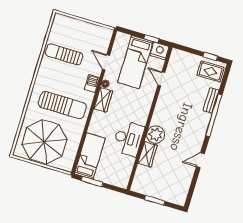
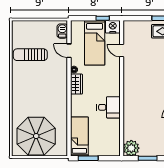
barbecue: (92, 84) -> (62, 31), moved
sun lounger: (62, 105) -> (42, 99), removed
plant: (156, 135) -> (131, 148), moved
desk: (128, 139) -> (108, 107), width x0.73
wardrobe: (148, 154) -> (129, 120), removed

